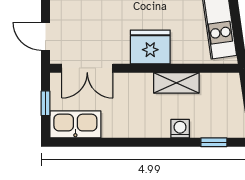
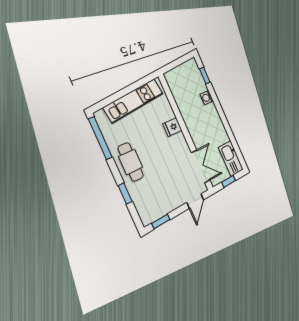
fridge: (150, 47) -> (172, 127), width x0.53, depth x0.75
shelving: (176, 83) -> (185, 110), removed

